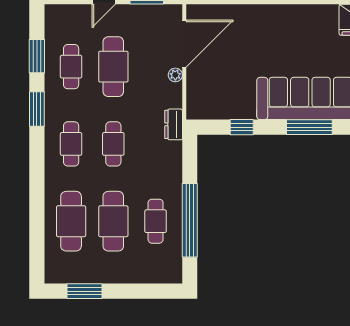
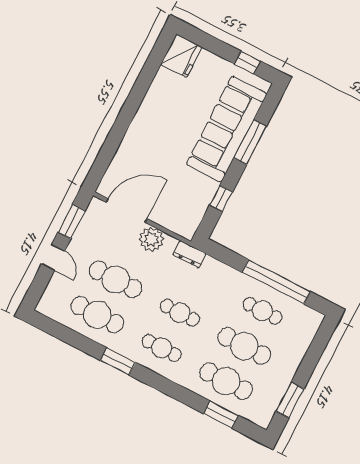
door: (184, 44) -> (127, 211), hinge flipped
window: (37, 56) -> (221, 415), moved
cafe table: (71, 67) -> (97, 315), width x1.37, depth x1.35
plant: (175, 75) -> (151, 239), width x1.87, depth x1.87

